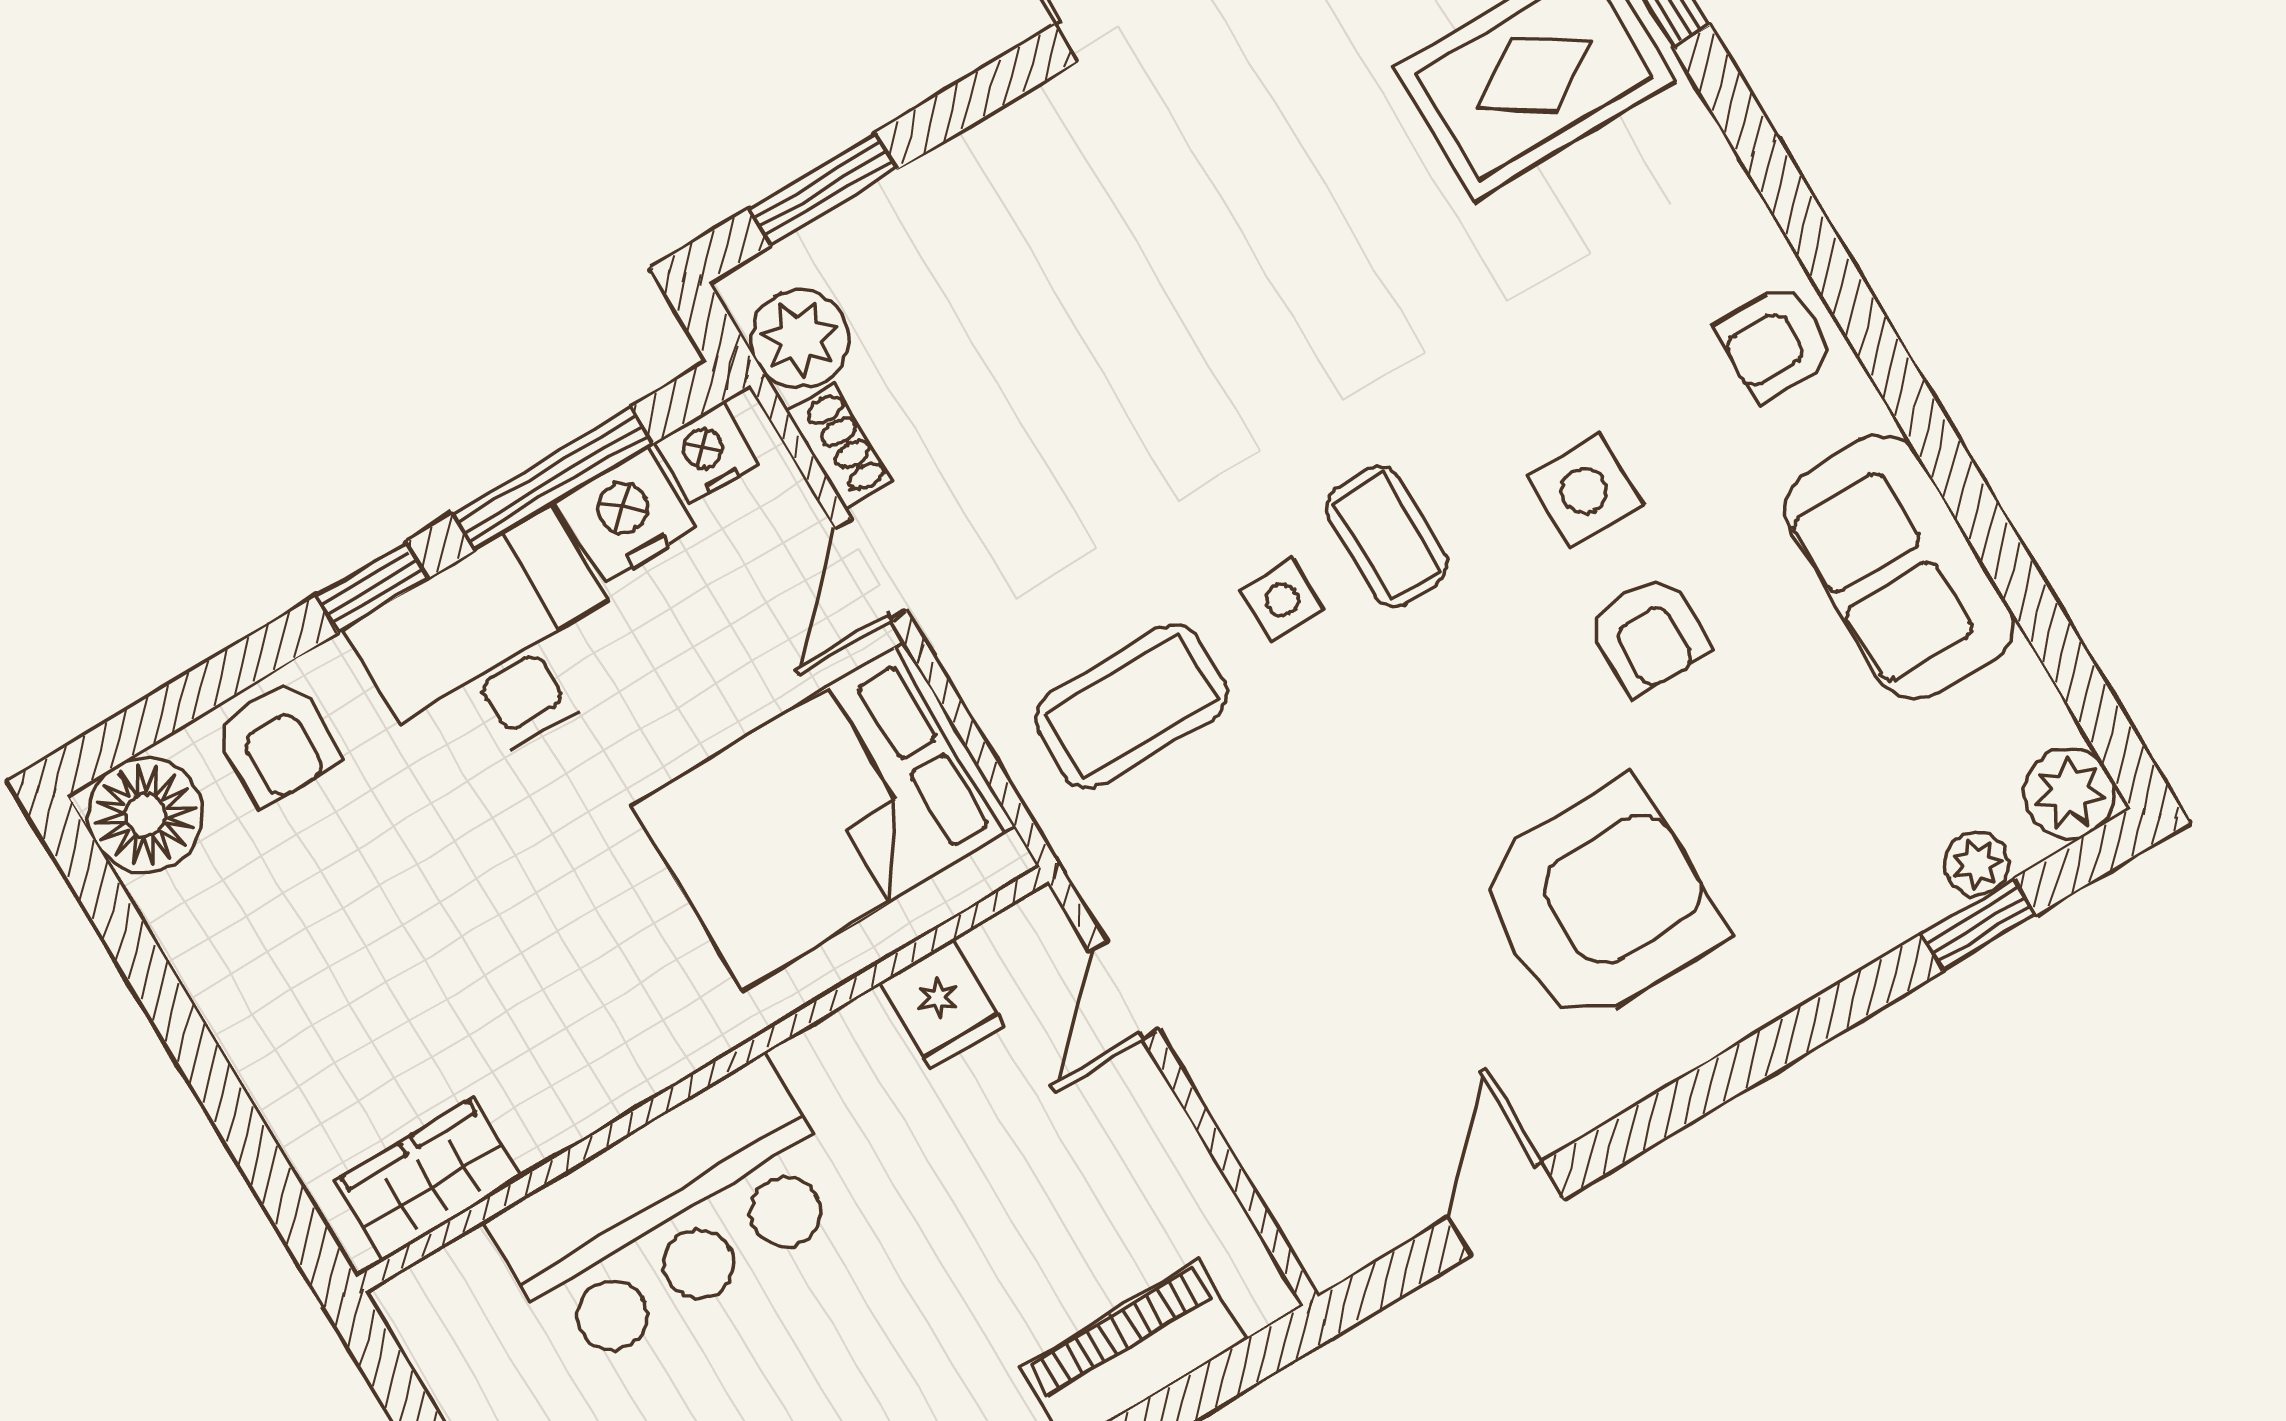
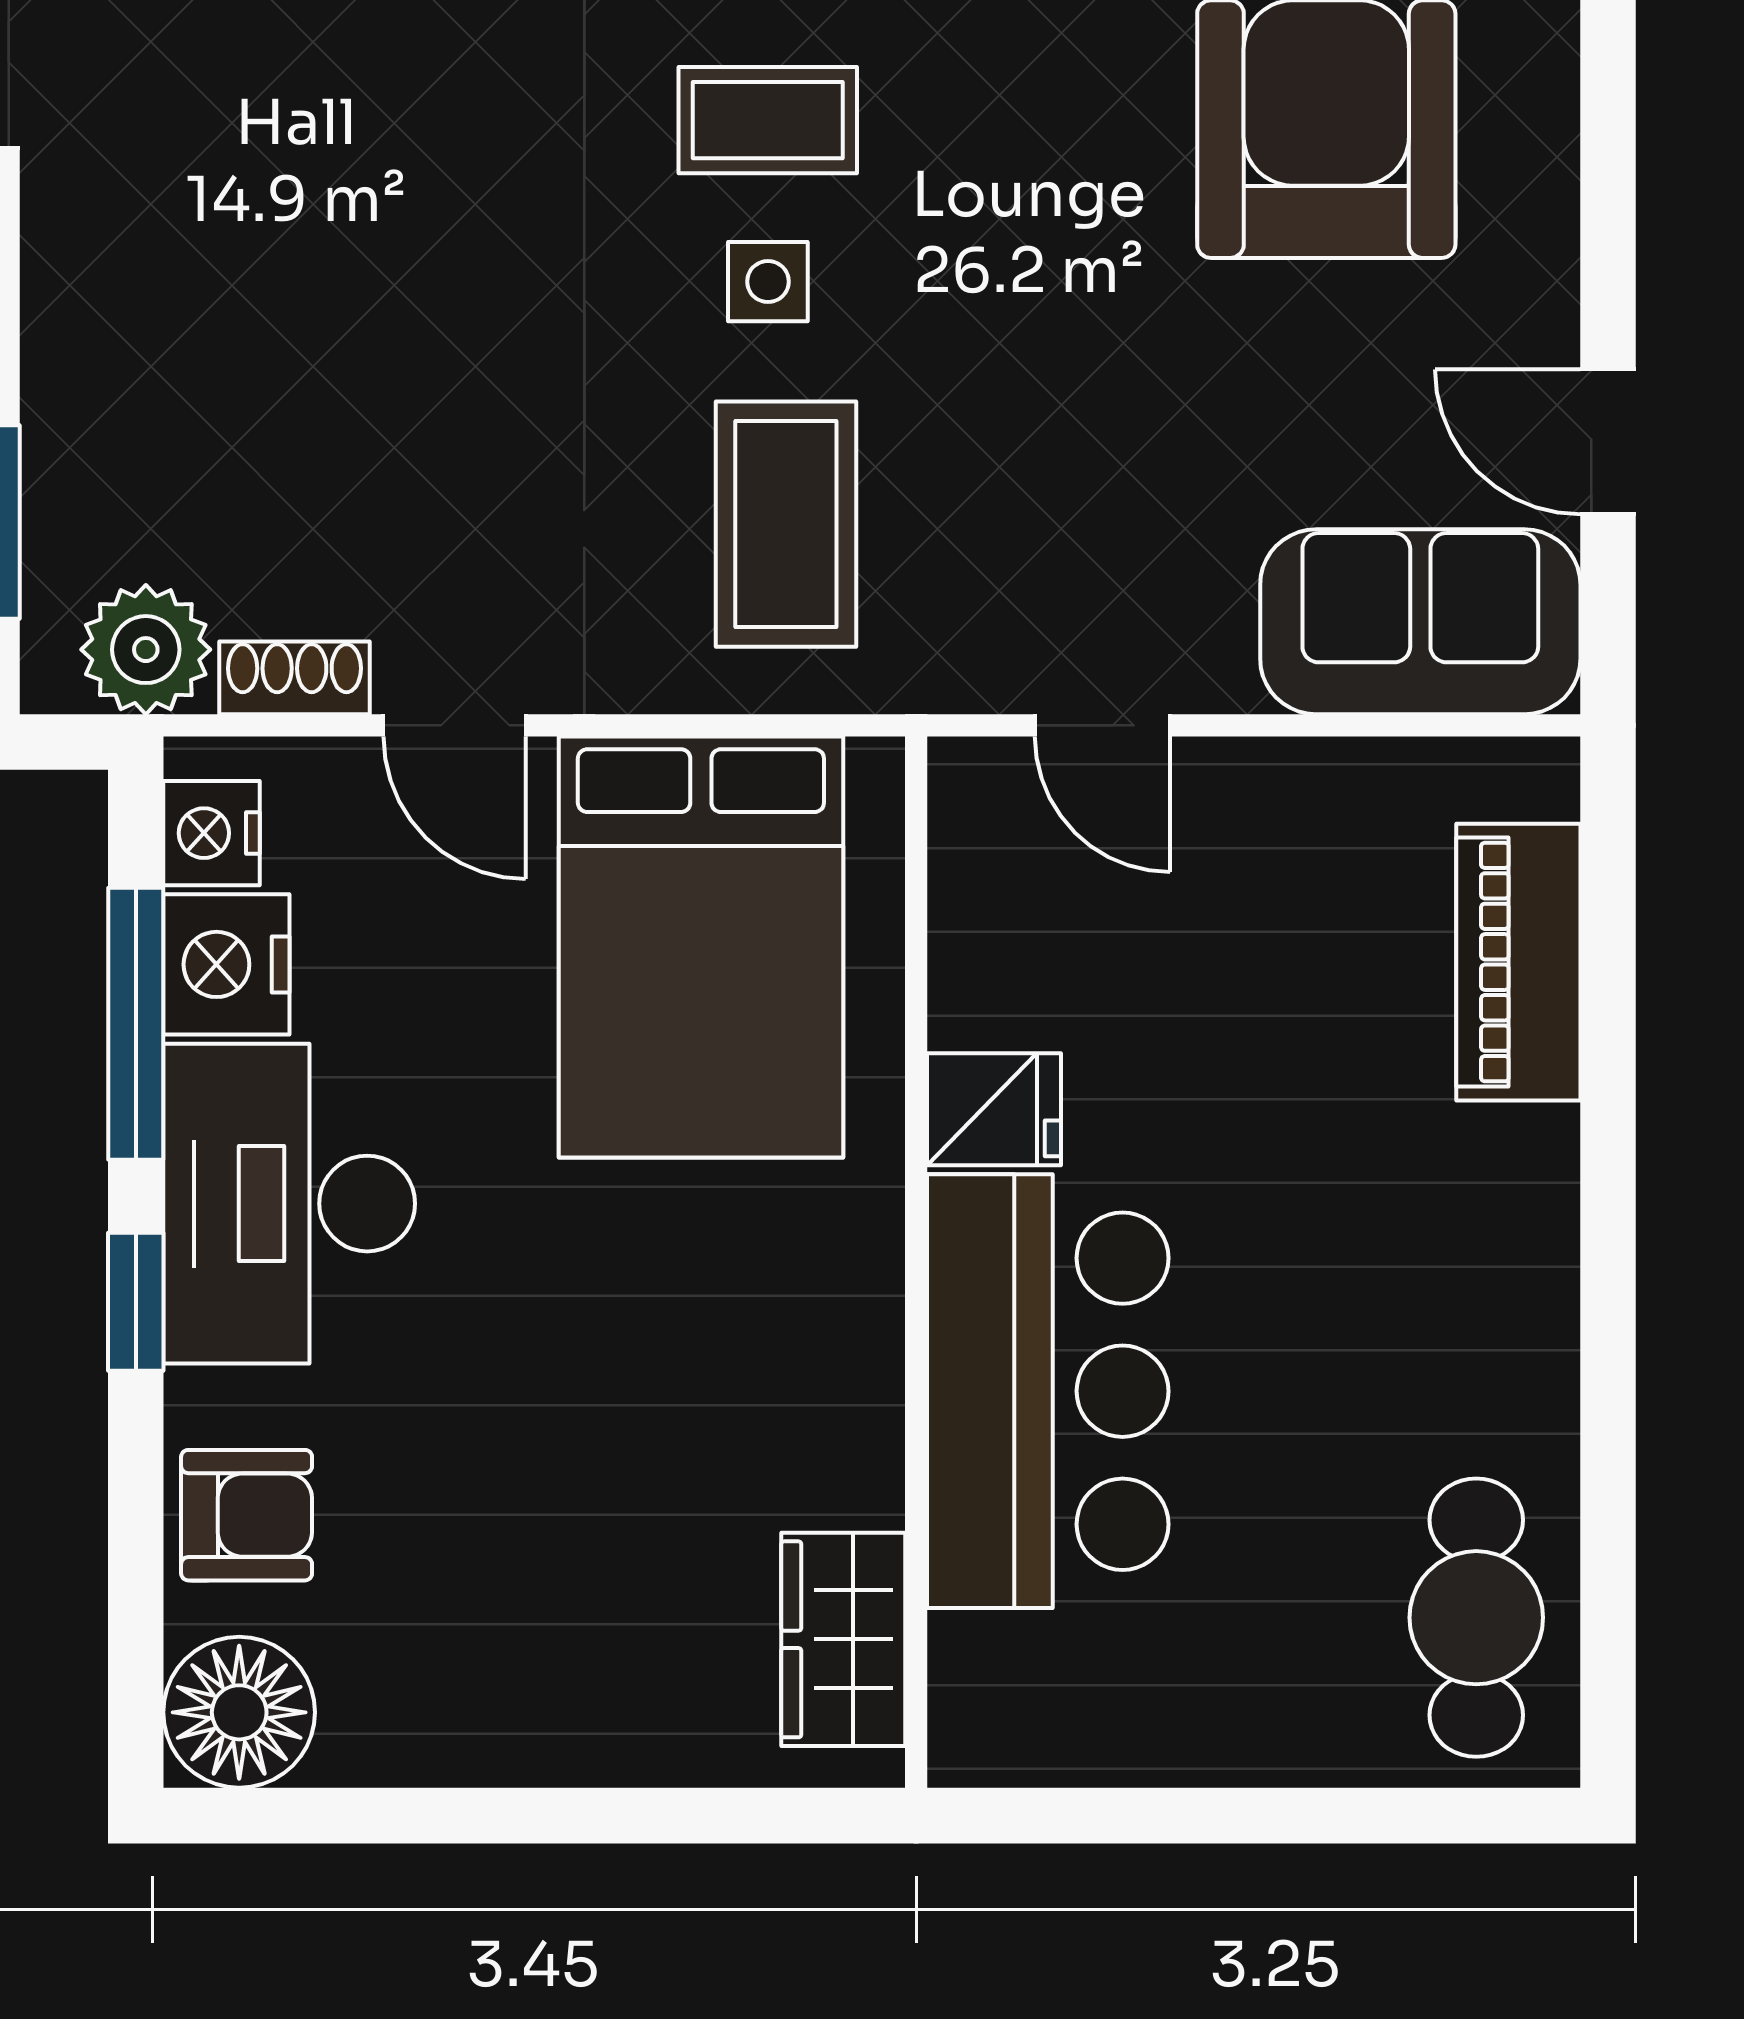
fridge: (942, 1004) -> (994, 1109), moved
sofa: (1316, 1157) -> (1420, 622), added

